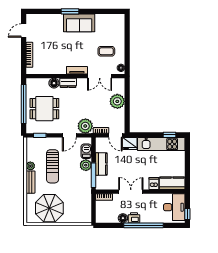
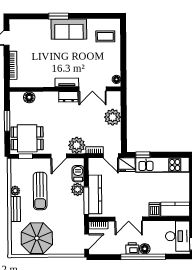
coffee table: (106, 51) -> (105, 36), moved
floor lamp: (54, 83) -> (29, 97), moved
dresser: (68, 83) -> (68, 97), moved
window: (24, 104) -> (7, 121), width x0.47
dining table: (44, 109) -> (27, 138), moved
window: (170, 135) -> (143, 155), moved
kitchen counter: (101, 164) -> (95, 194), width x1.50
double door: (131, 192) -> (129, 219), swing flipped
door: (94, 211) -> (87, 242), added
floor lamp: (123, 218) -> (145, 249), moved

